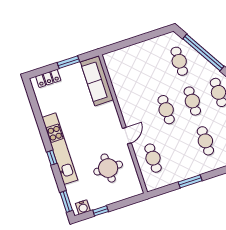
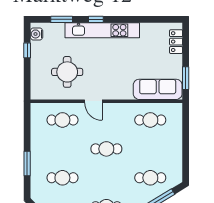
window: (68, 62) -> (186, 78), moved
cafe table: (192, 101) -> (150, 120), moved
window: (190, 181) -> (27, 163), moved
window: (66, 202) -> (62, 19), moved

